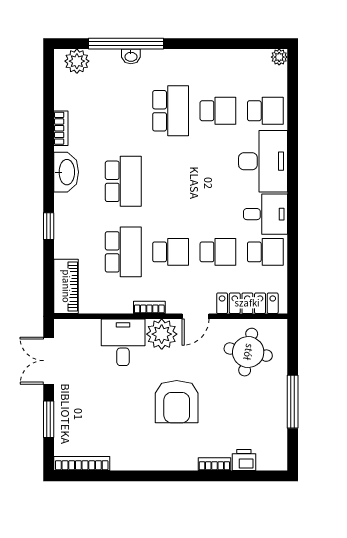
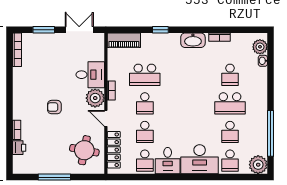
window: (126, 44) -> (271, 133), moved
washbasin: (131, 56) -> (263, 61), moved
plant: (279, 57) -> (258, 165), width x1.88, depth x1.88
school desk: (123, 181) -> (230, 75), moved, width x0.54
armchair: (177, 402) -> (54, 107), width x0.53, depth x0.53

